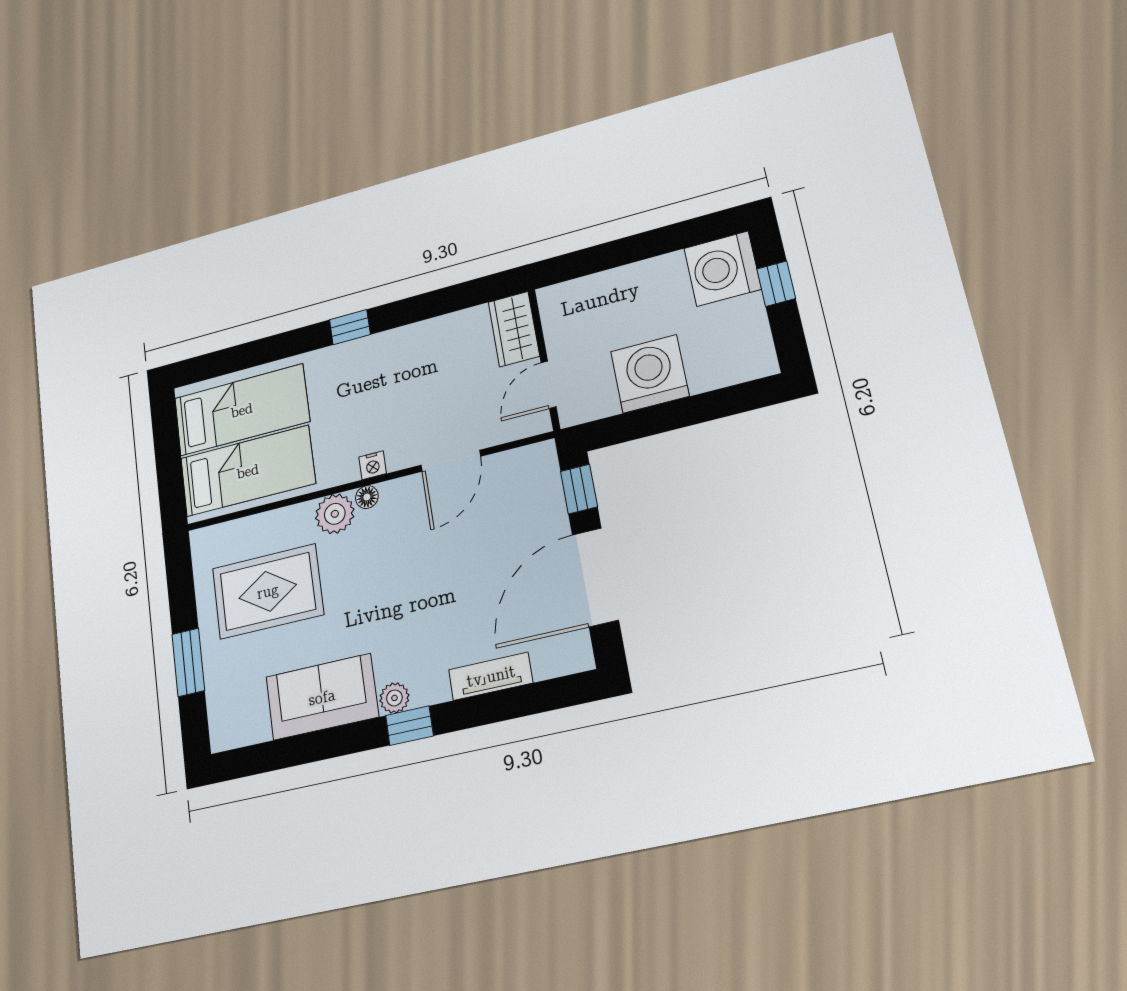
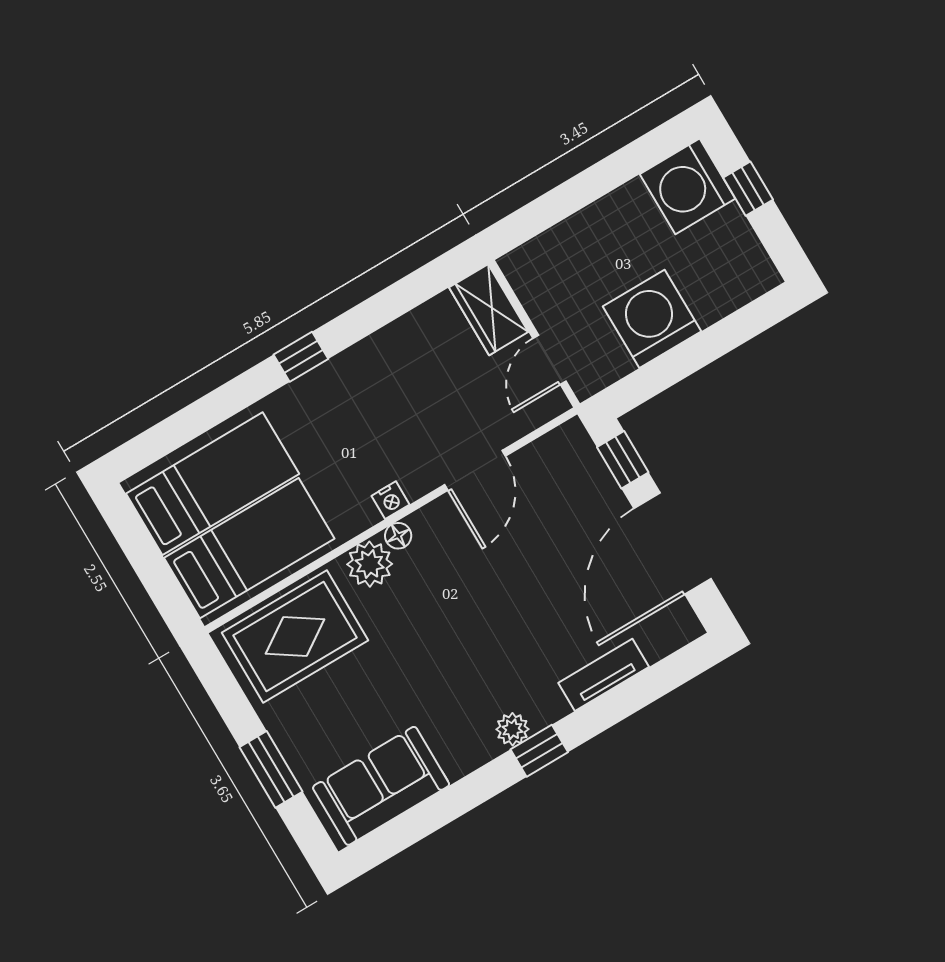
rug: (268, 591) -> (295, 637), moved
sofa: (322, 697) -> (381, 786), moved

